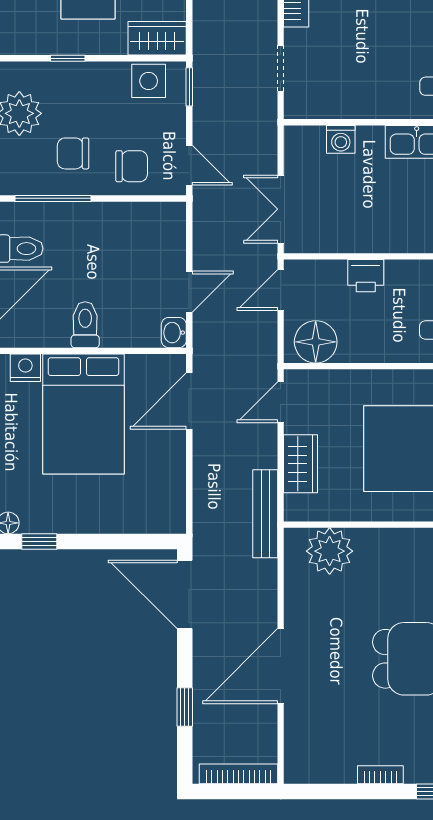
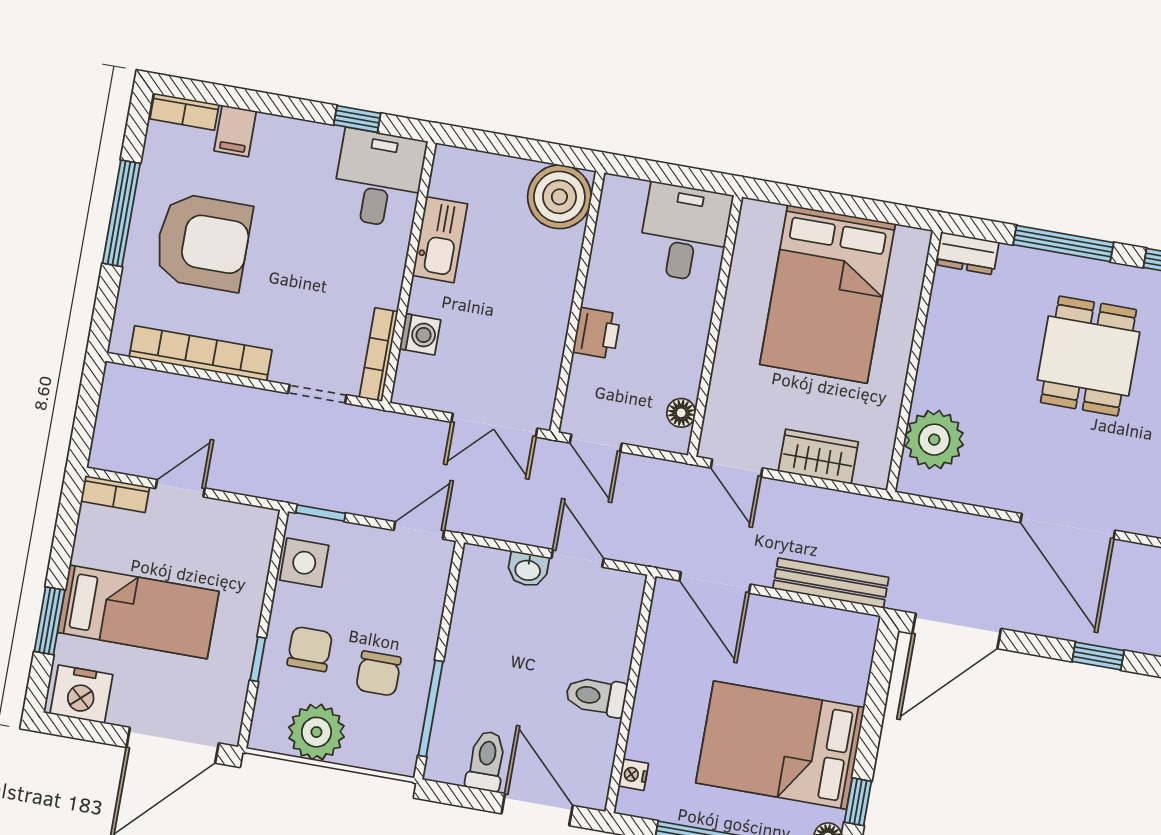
wardrobe: (157, 38) -> (253, 543), removed
bookcase: (320, 110) -> (379, 355), added
chair: (132, 166) -> (310, 649), moved
washbasin: (174, 333) -> (528, 569), moved
floor lamp: (316, 342) -> (681, 413), width x0.53, depth x0.53
nightstand: (25, 368) -> (633, 775), width x0.72, depth x0.74
bed: (83, 414) -> (780, 745), moved, turned 180
bench: (265, 514) -> (831, 583), moved

